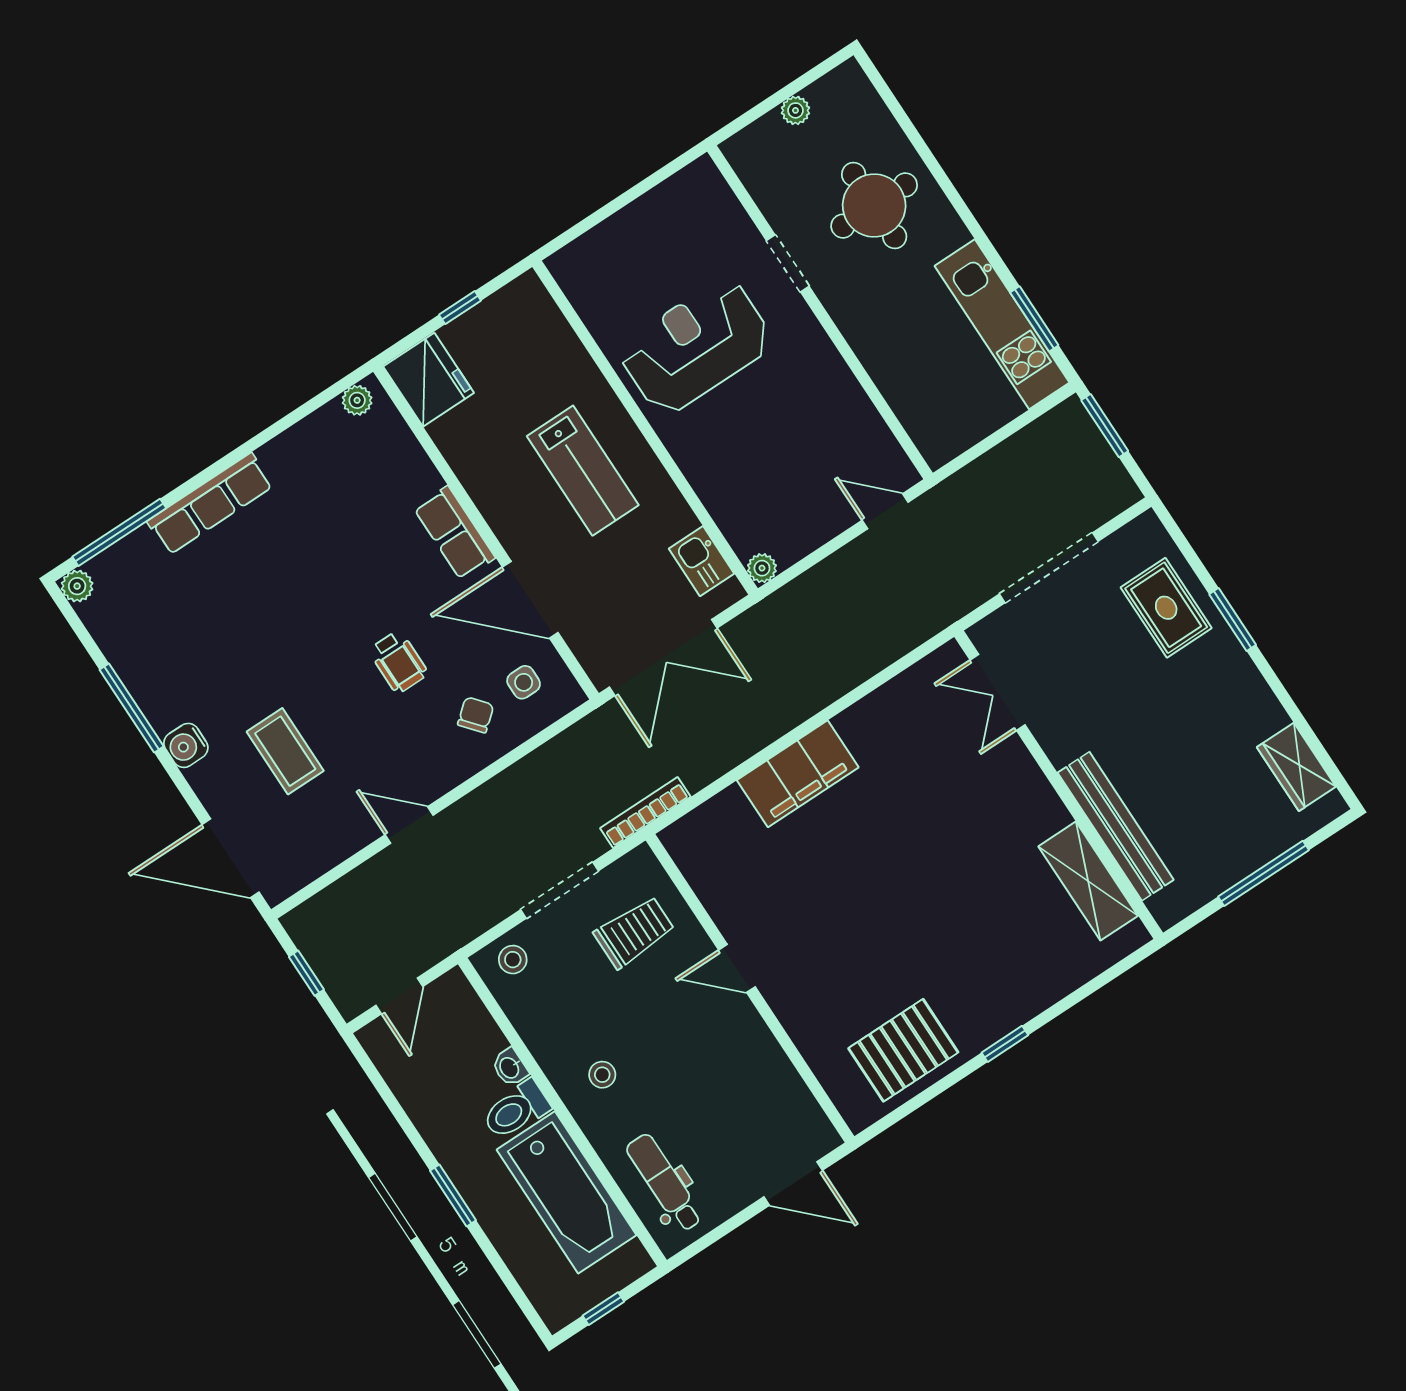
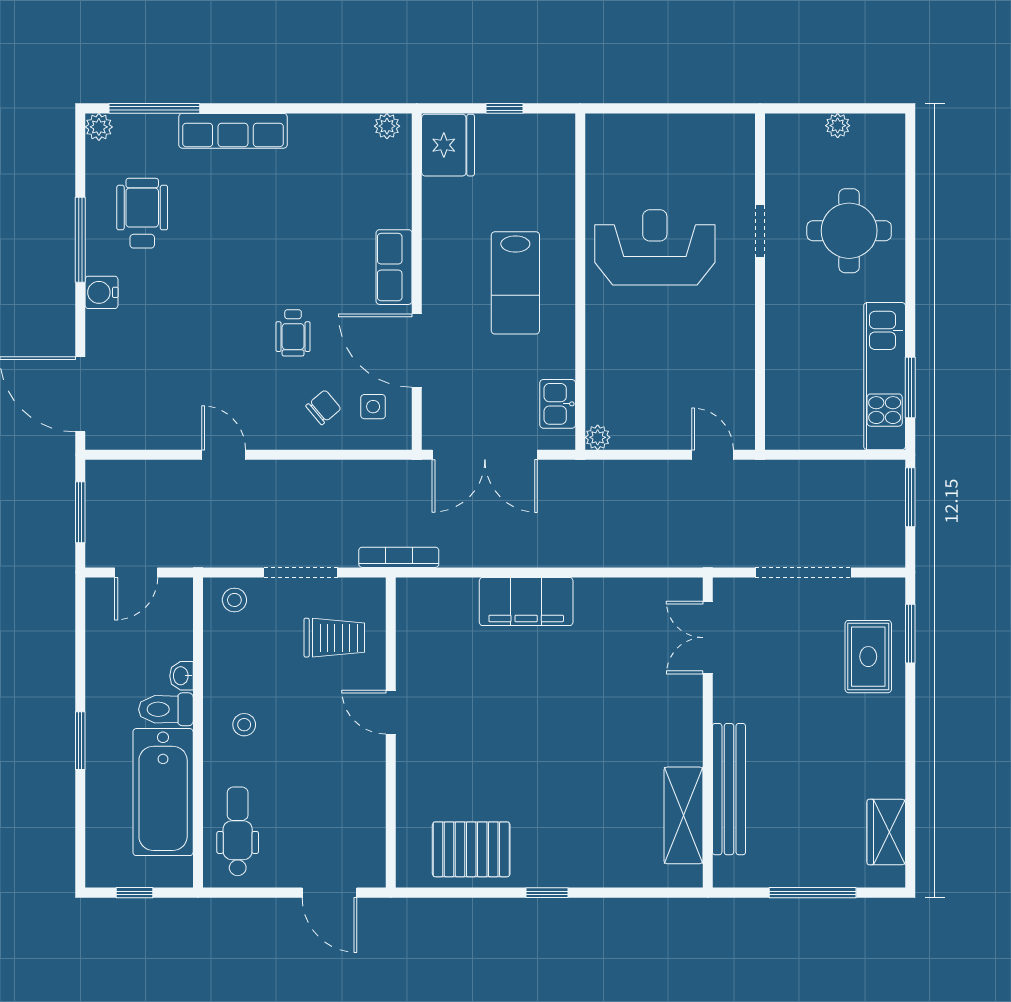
window: (1233, 620) -> (910, 634), moved
wheelchair: (175, 642) -> (142, 213), added
coffee table: (285, 751) -> (170, 343), removed
window: (306, 973) -> (80, 512), width x1.50

